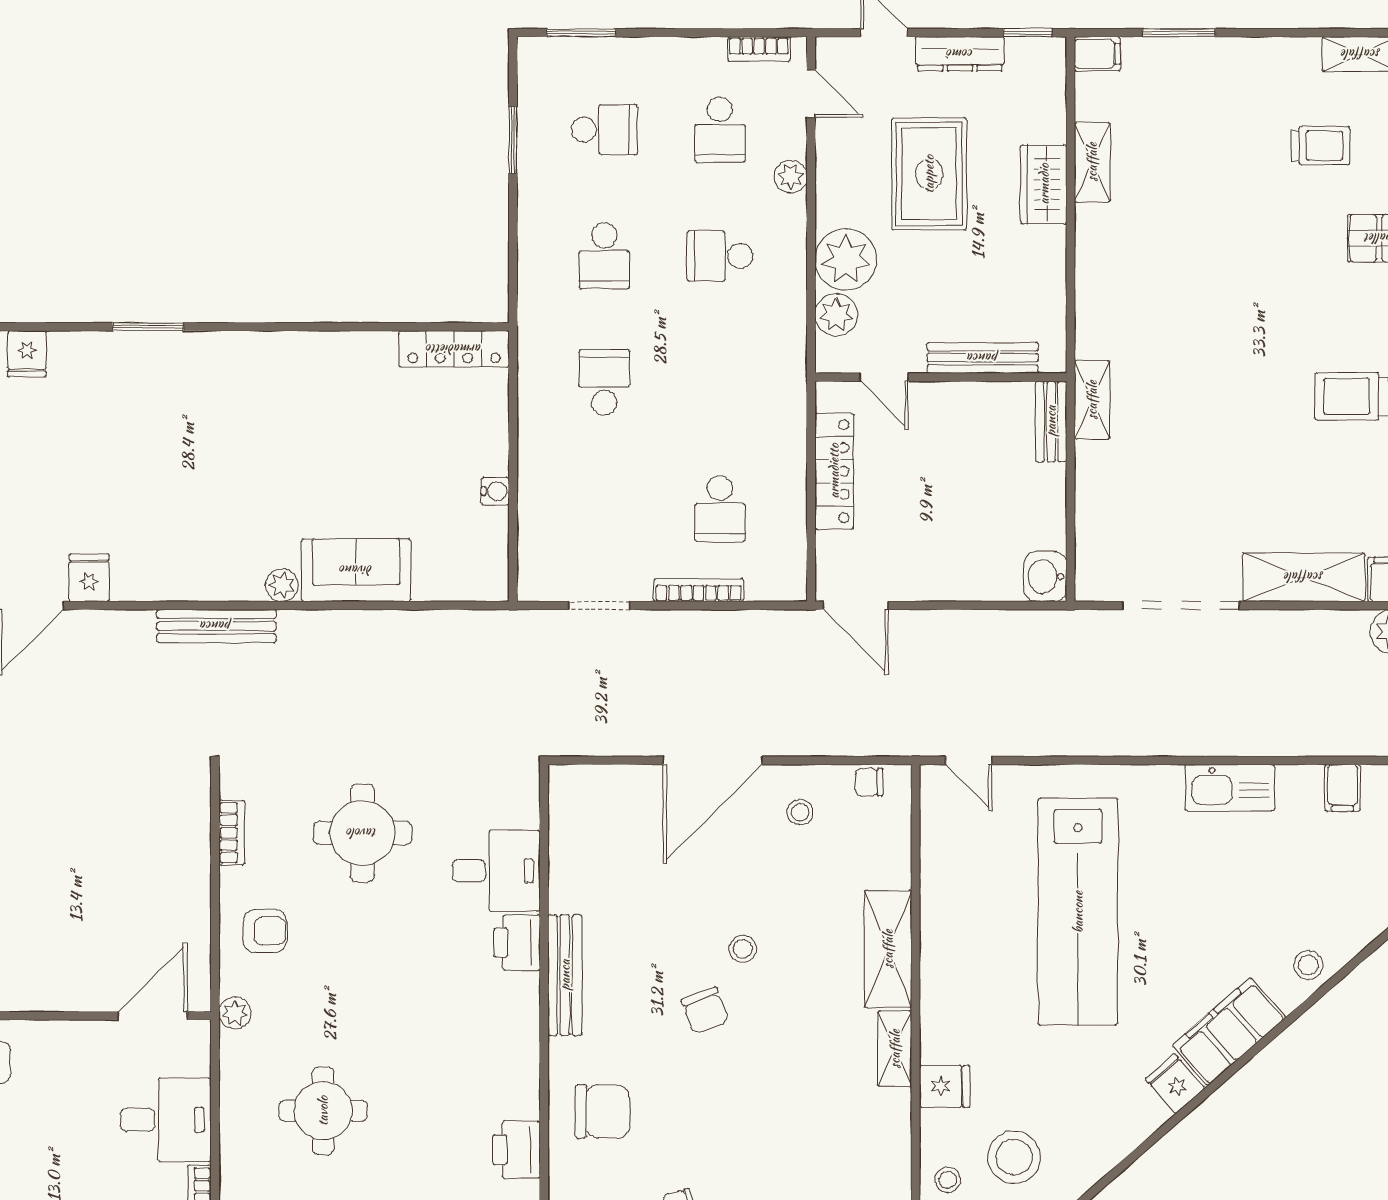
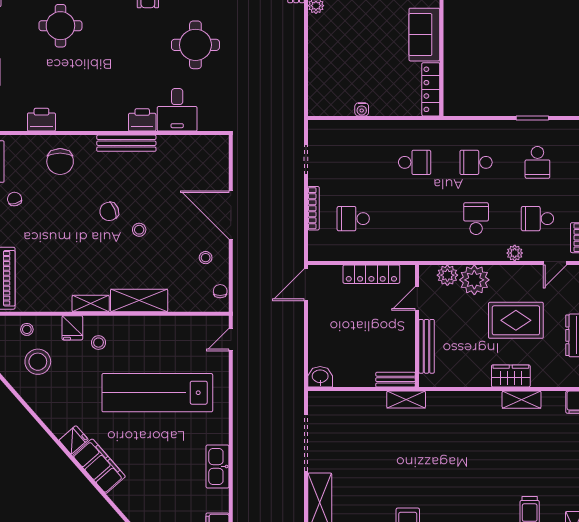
sofa: (356, 570) -> (424, 35), moved, turned 180
stool: (1308, 965) -> (99, 343), moved

